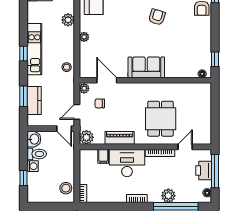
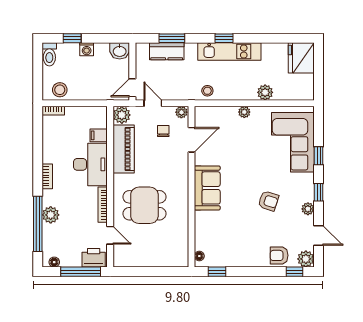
piano: (120, 138) -> (124, 149), width x1.37, depth x1.33
toilet: (37, 154) -> (49, 54), moved
printer: (204, 170) -> (94, 258), moved

